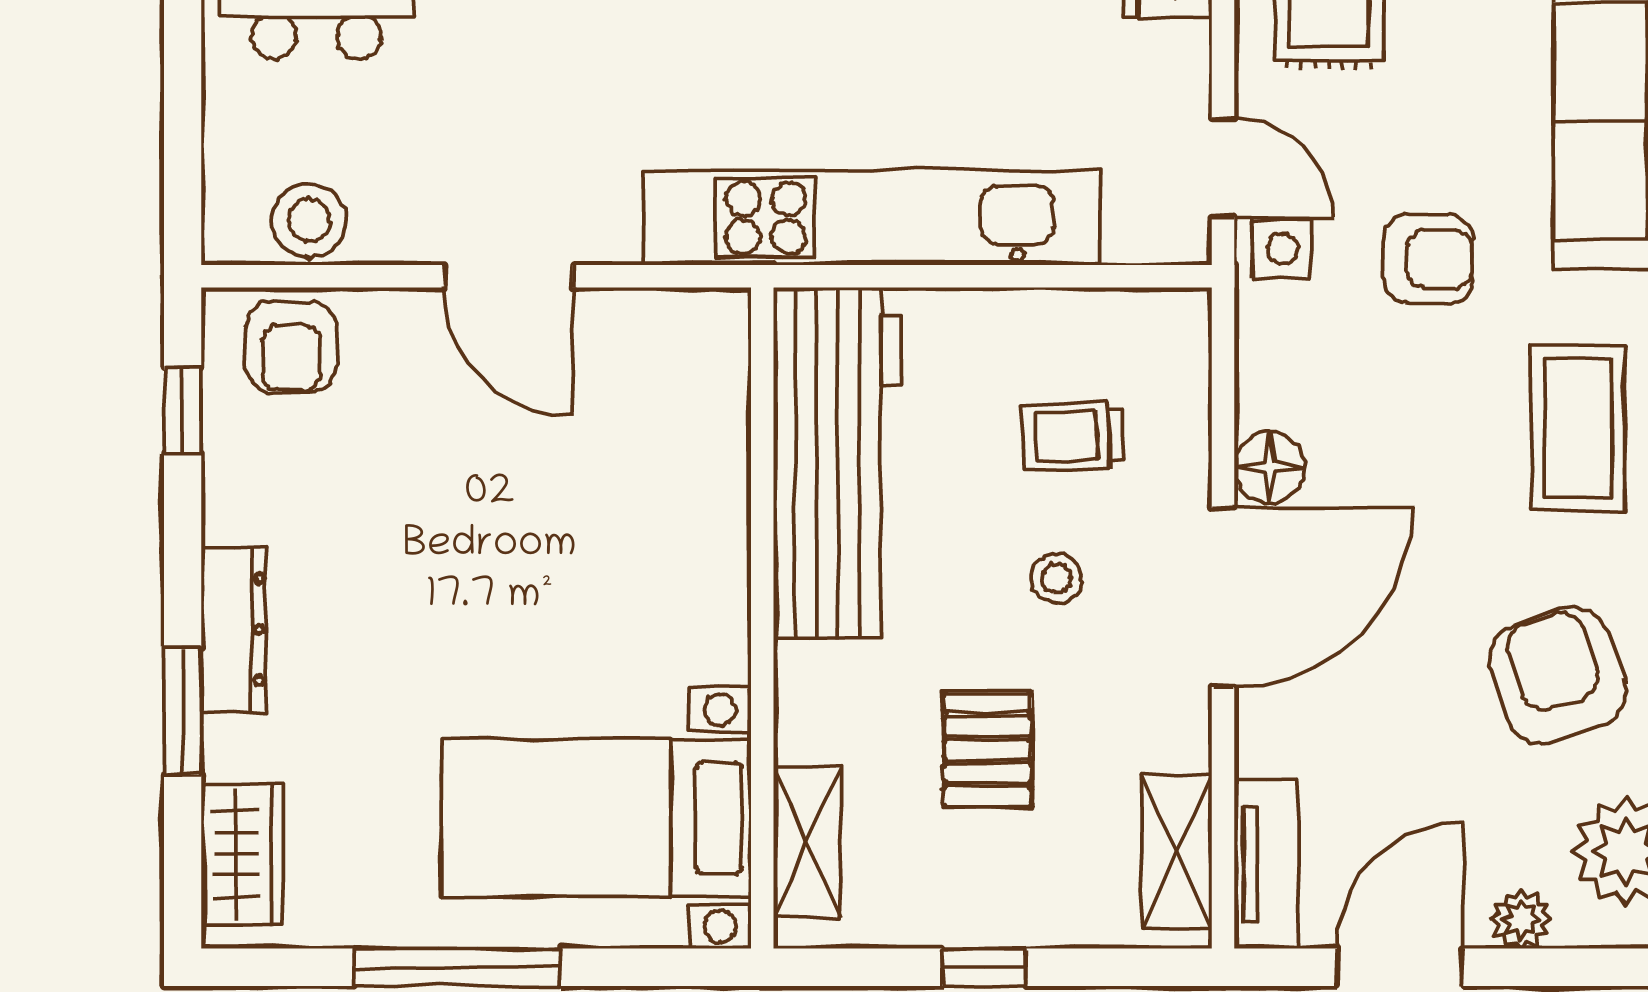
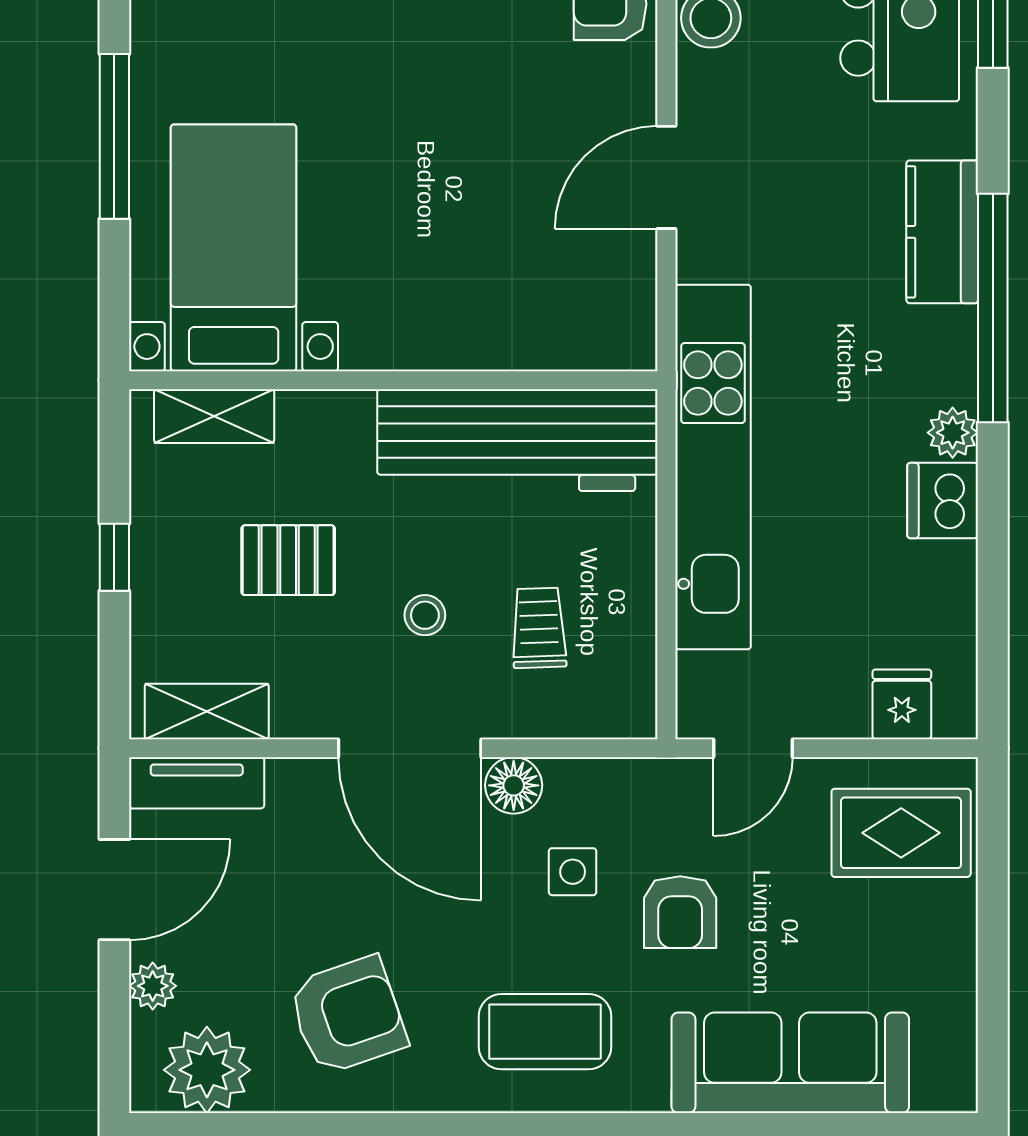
side table: (1282, 249) -> (573, 872), moved
door: (1400, 967) -> (114, 890), hinge flipped

